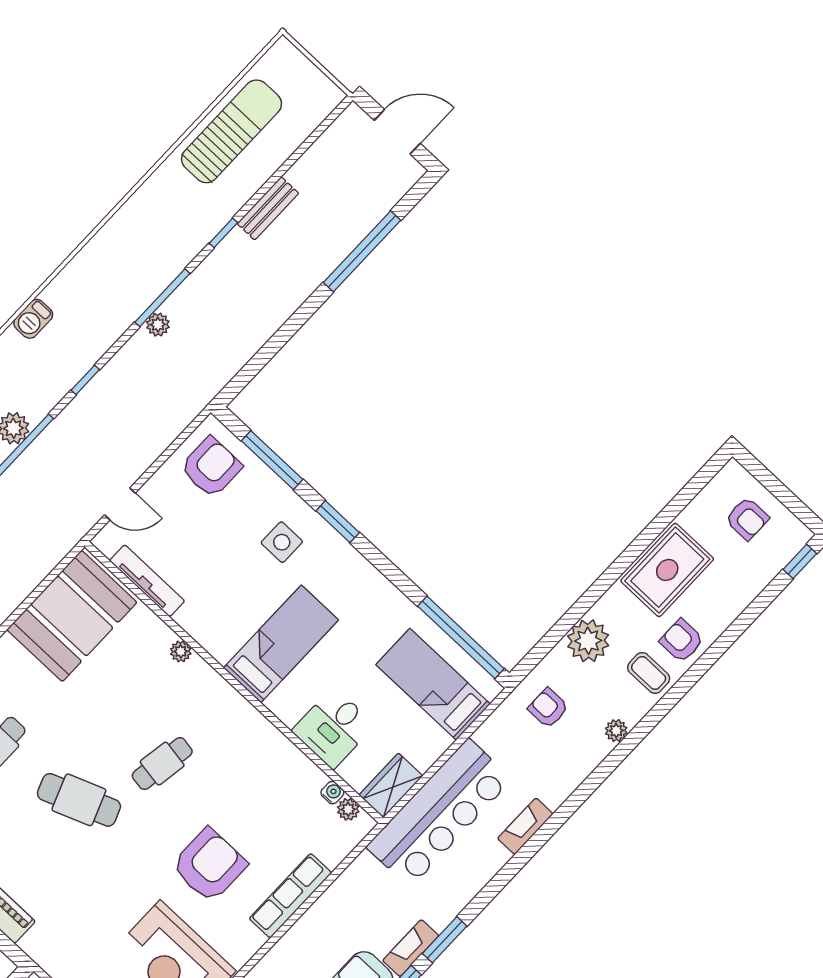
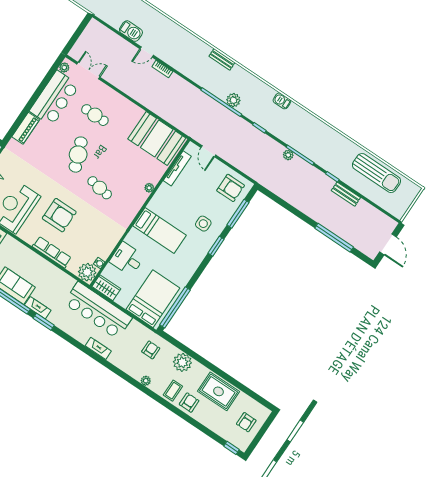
bed: (433, 684) -> (153, 299), width x1.50
plant: (348, 809) -> (87, 272), width x1.88, depth x1.88

